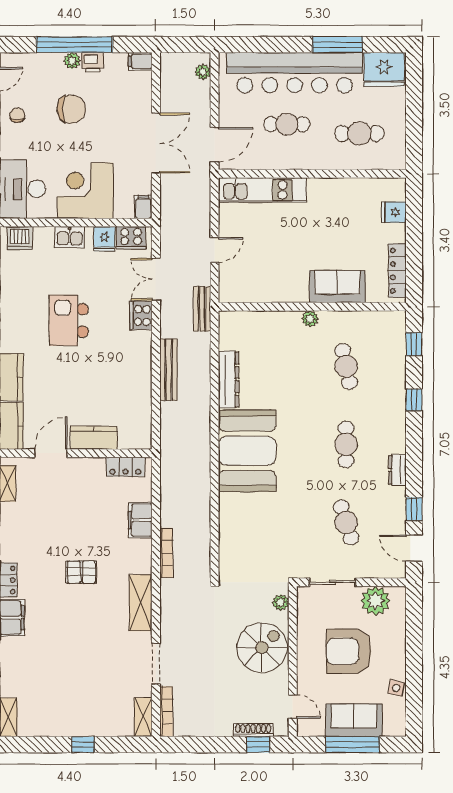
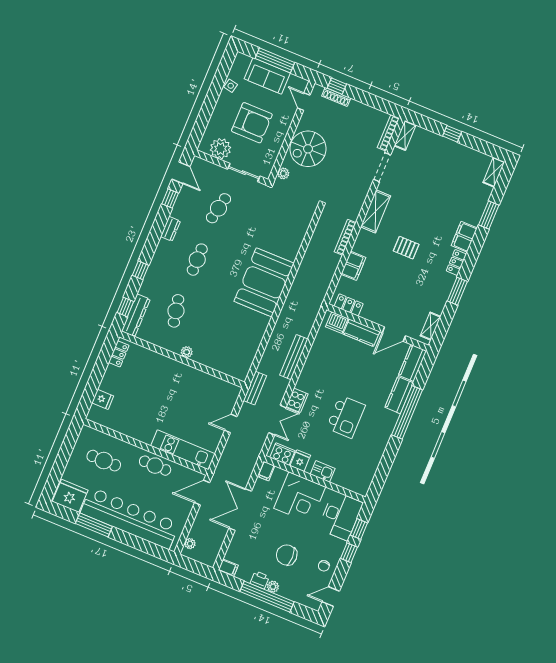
cafe table: (287, 124) -> (155, 466), moved
dishwasher: (20, 238) -> (337, 323), moved, turned 180
locker: (397, 271) -> (119, 354), width x0.66
sofa: (337, 287) -> (160, 366), removed
dresser: (229, 380) -> (136, 315), moved, turned 180
cafe table: (346, 522) -> (218, 208), turned 30

